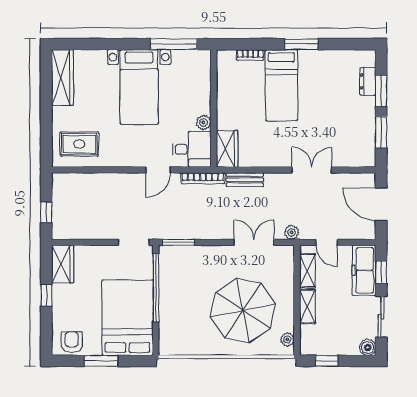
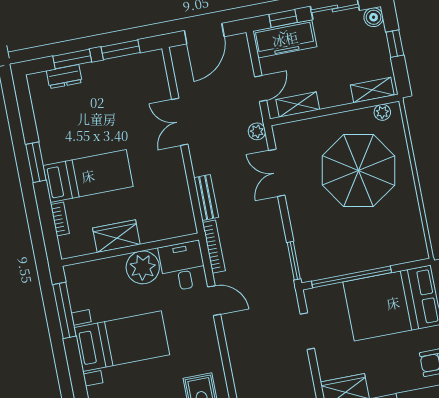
plant: (204, 122) -> (143, 267), width x1.88, depth x1.88
wardrobe: (227, 149) -> (116, 236), moved
doorway: (134, 242) -> (307, 331), moved
shelving: (307, 307) -> (372, 90), moved
window: (327, 361) -> (395, 44), moved

